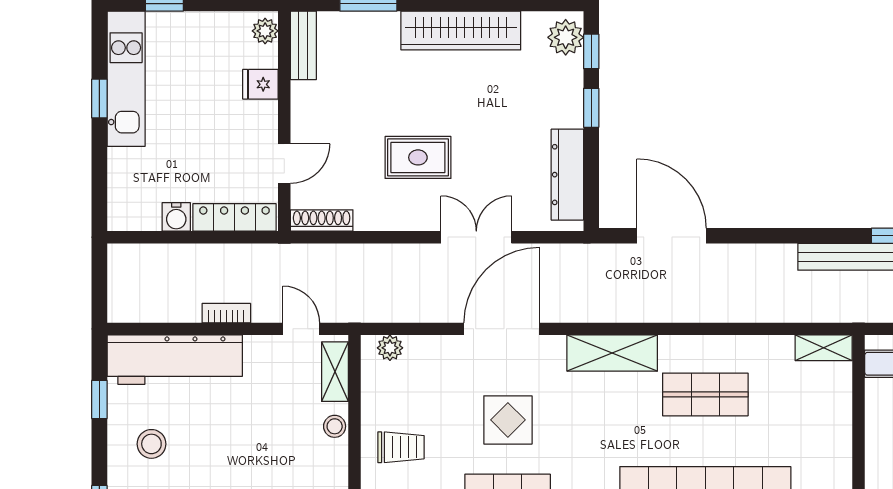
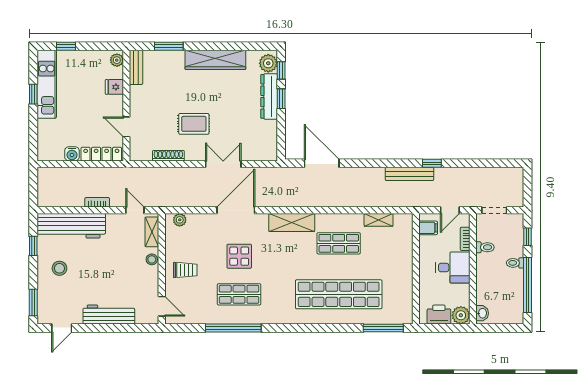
door: (284, 164) -> (126, 127), swing flipped
dresser: (567, 175) -> (269, 96), moved
shoe rack: (322, 220) -> (168, 156), moved
shelving: (824, 348) -> (379, 220), moved

